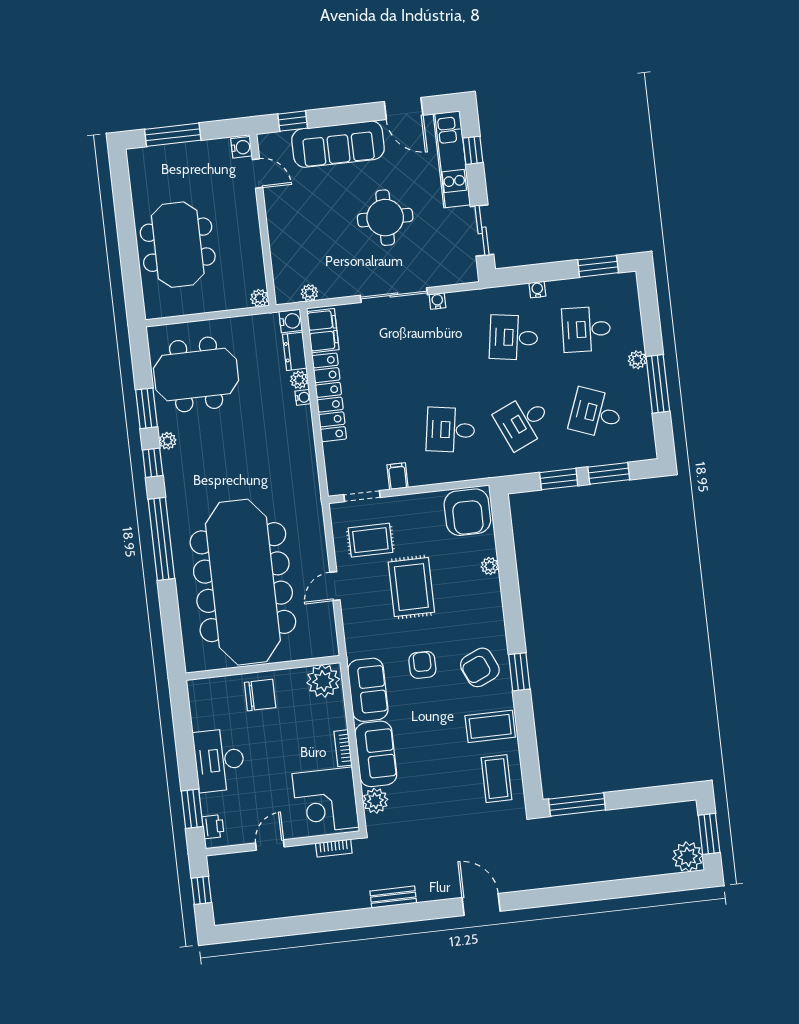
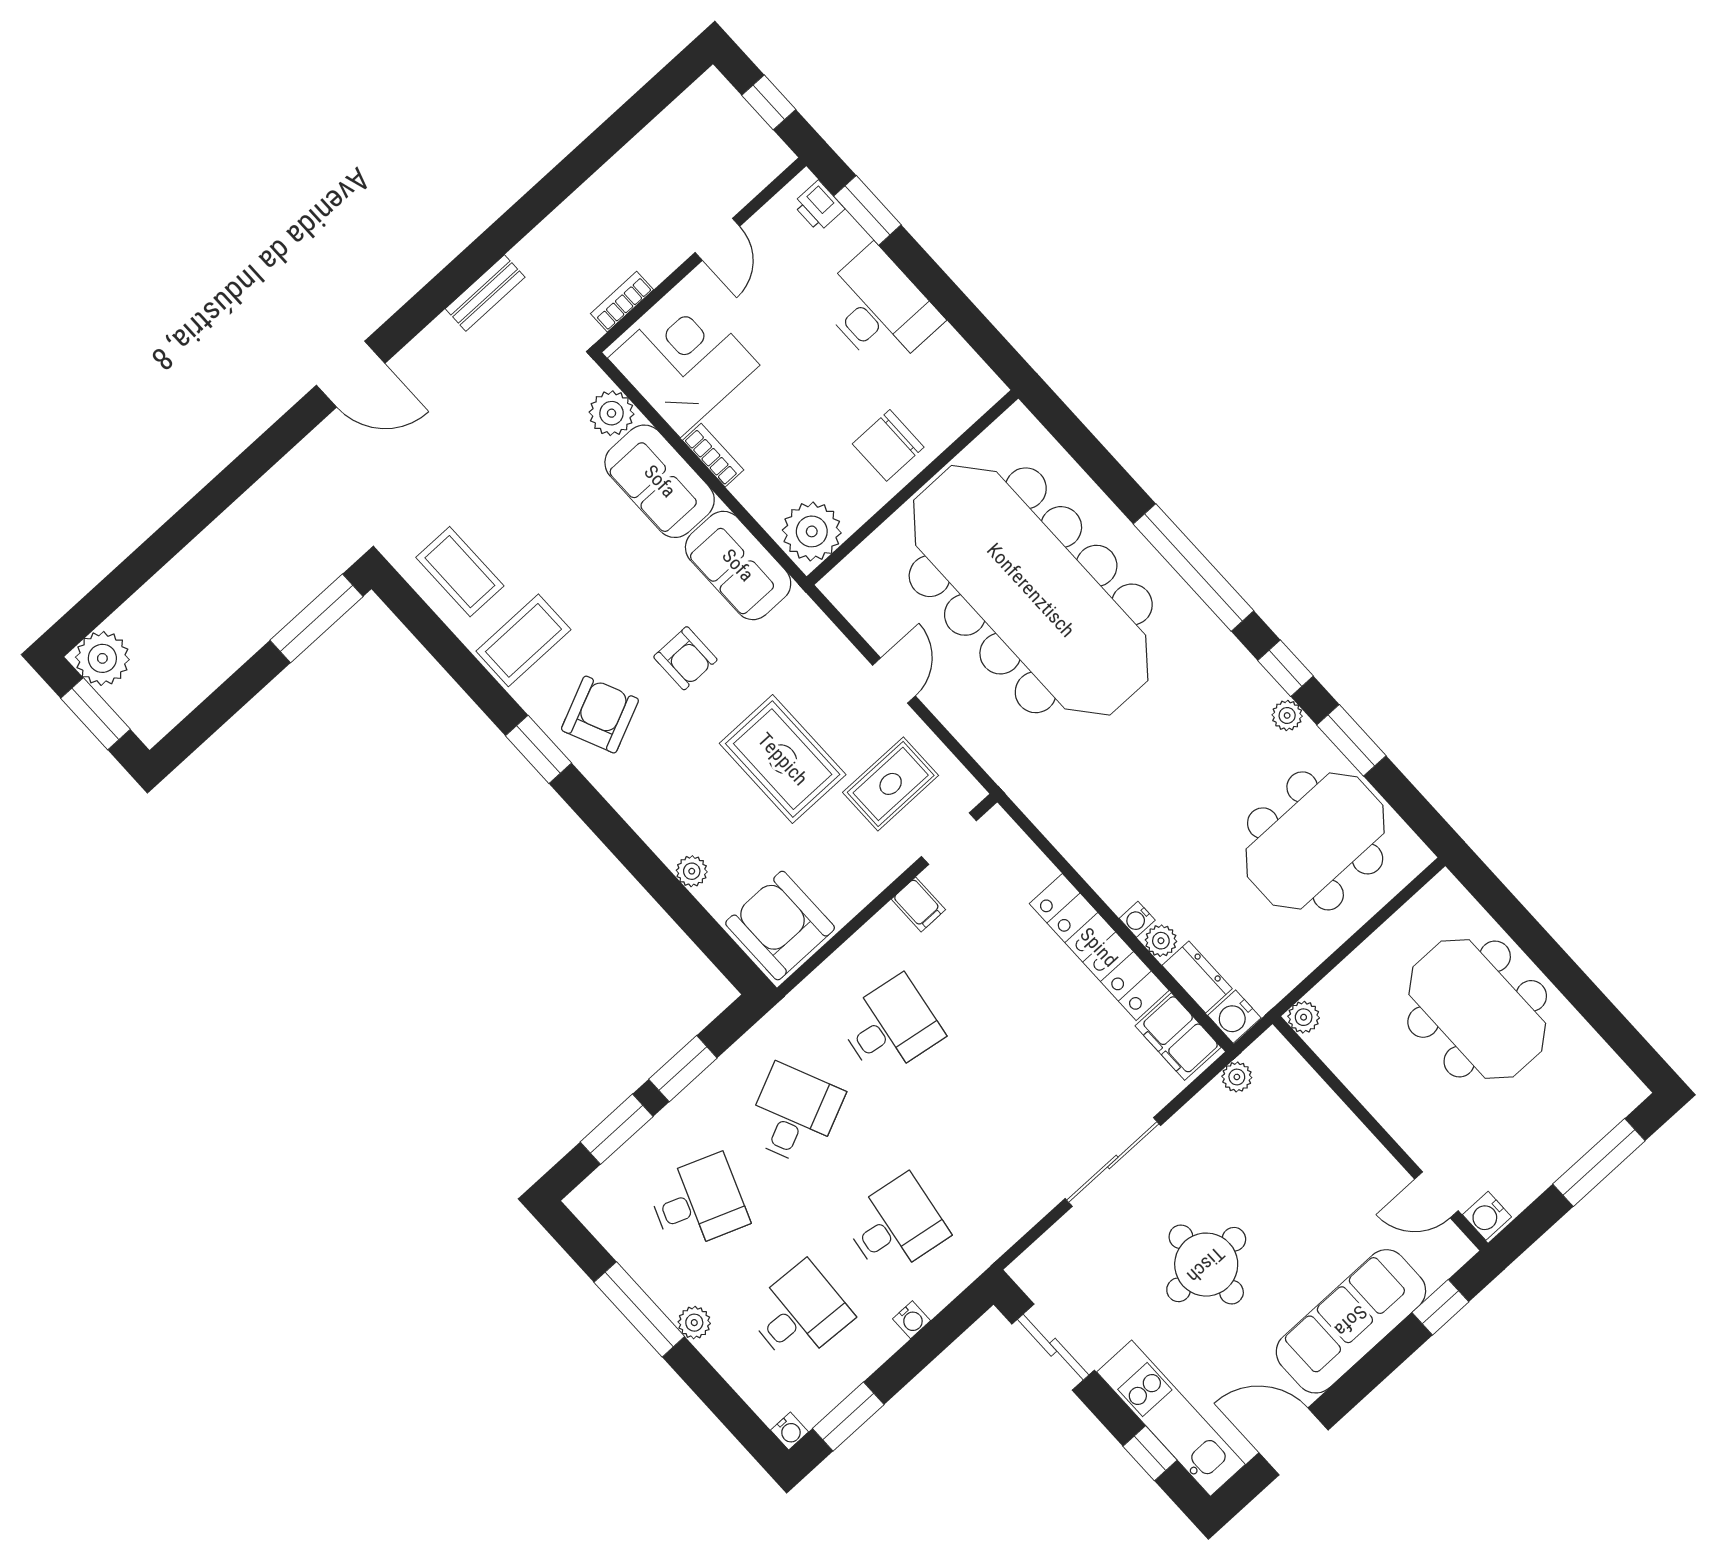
water cooler: (437, 301) -> (789, 1431), moved

